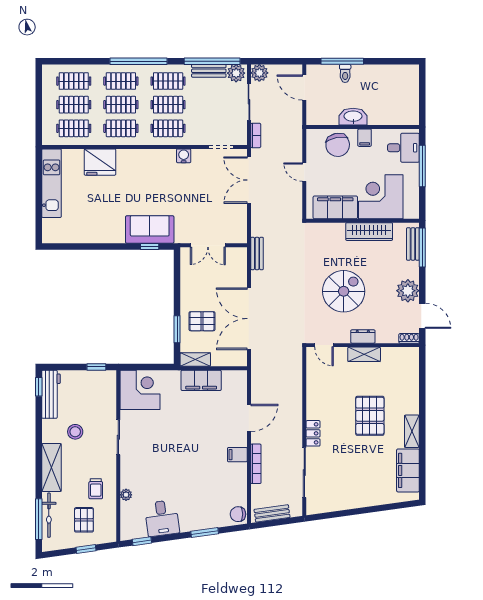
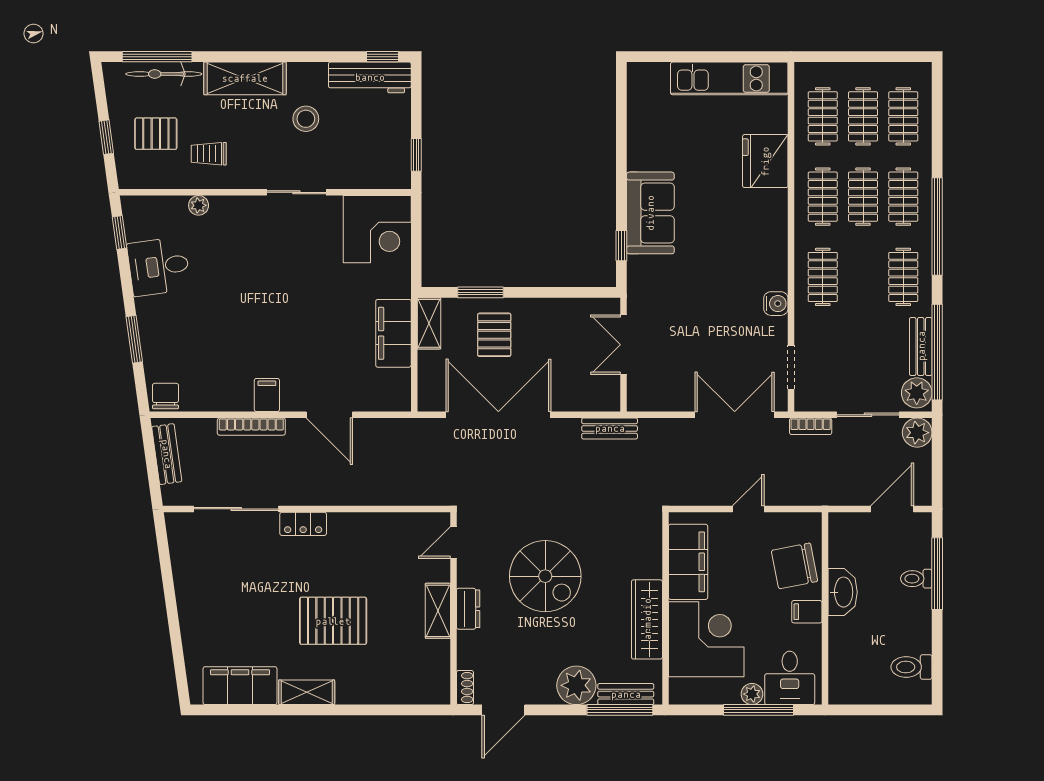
toilet: (397, 76) -> (911, 667), added
clothes rail: (168, 105) -> (863, 277), removed
plant: (413, 170) -> (752, 694), added
sofa: (150, 230) -> (650, 213), moved
plant: (408, 291) -> (576, 685), moved

